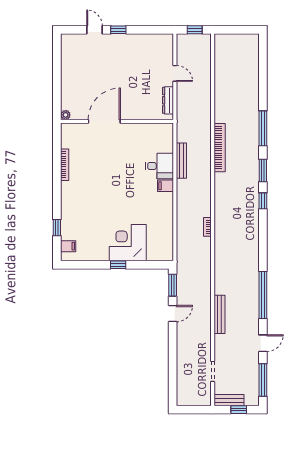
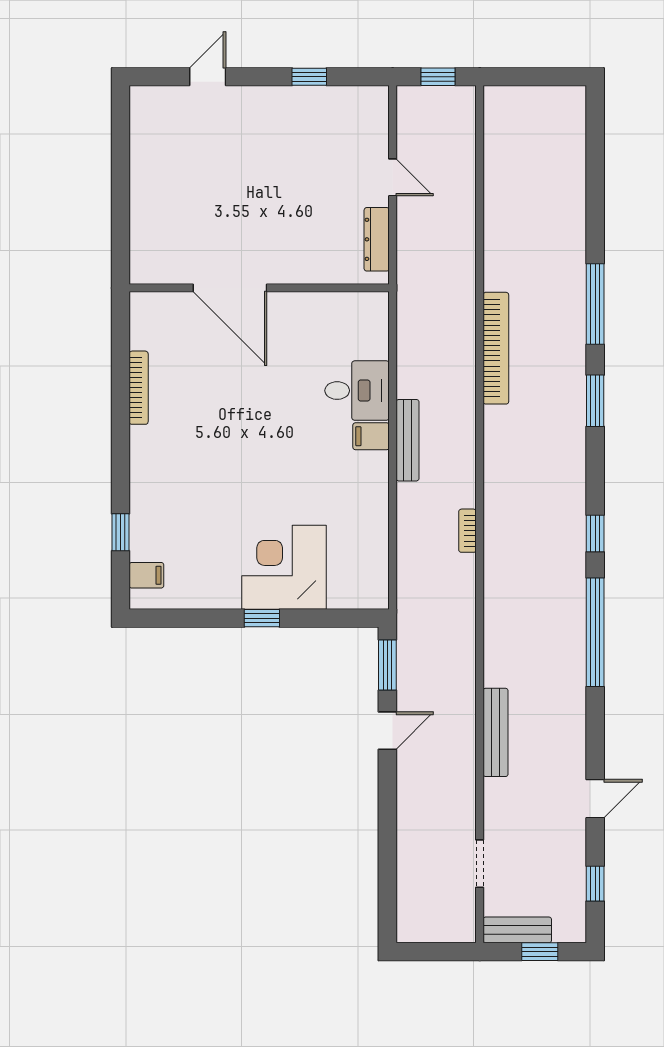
door: (95, 30) -> (208, 77), hinge flipped
window: (118, 30) -> (309, 77), moved
plant: (66, 115) -> (141, 273), removed
door: (104, 121) -> (230, 288), swing flipped
bench: (181, 161) -> (408, 440), moved
window: (263, 201) -> (595, 534), moved
window: (263, 295) -> (595, 632), moved
window: (263, 380) -> (595, 884), width x0.46

